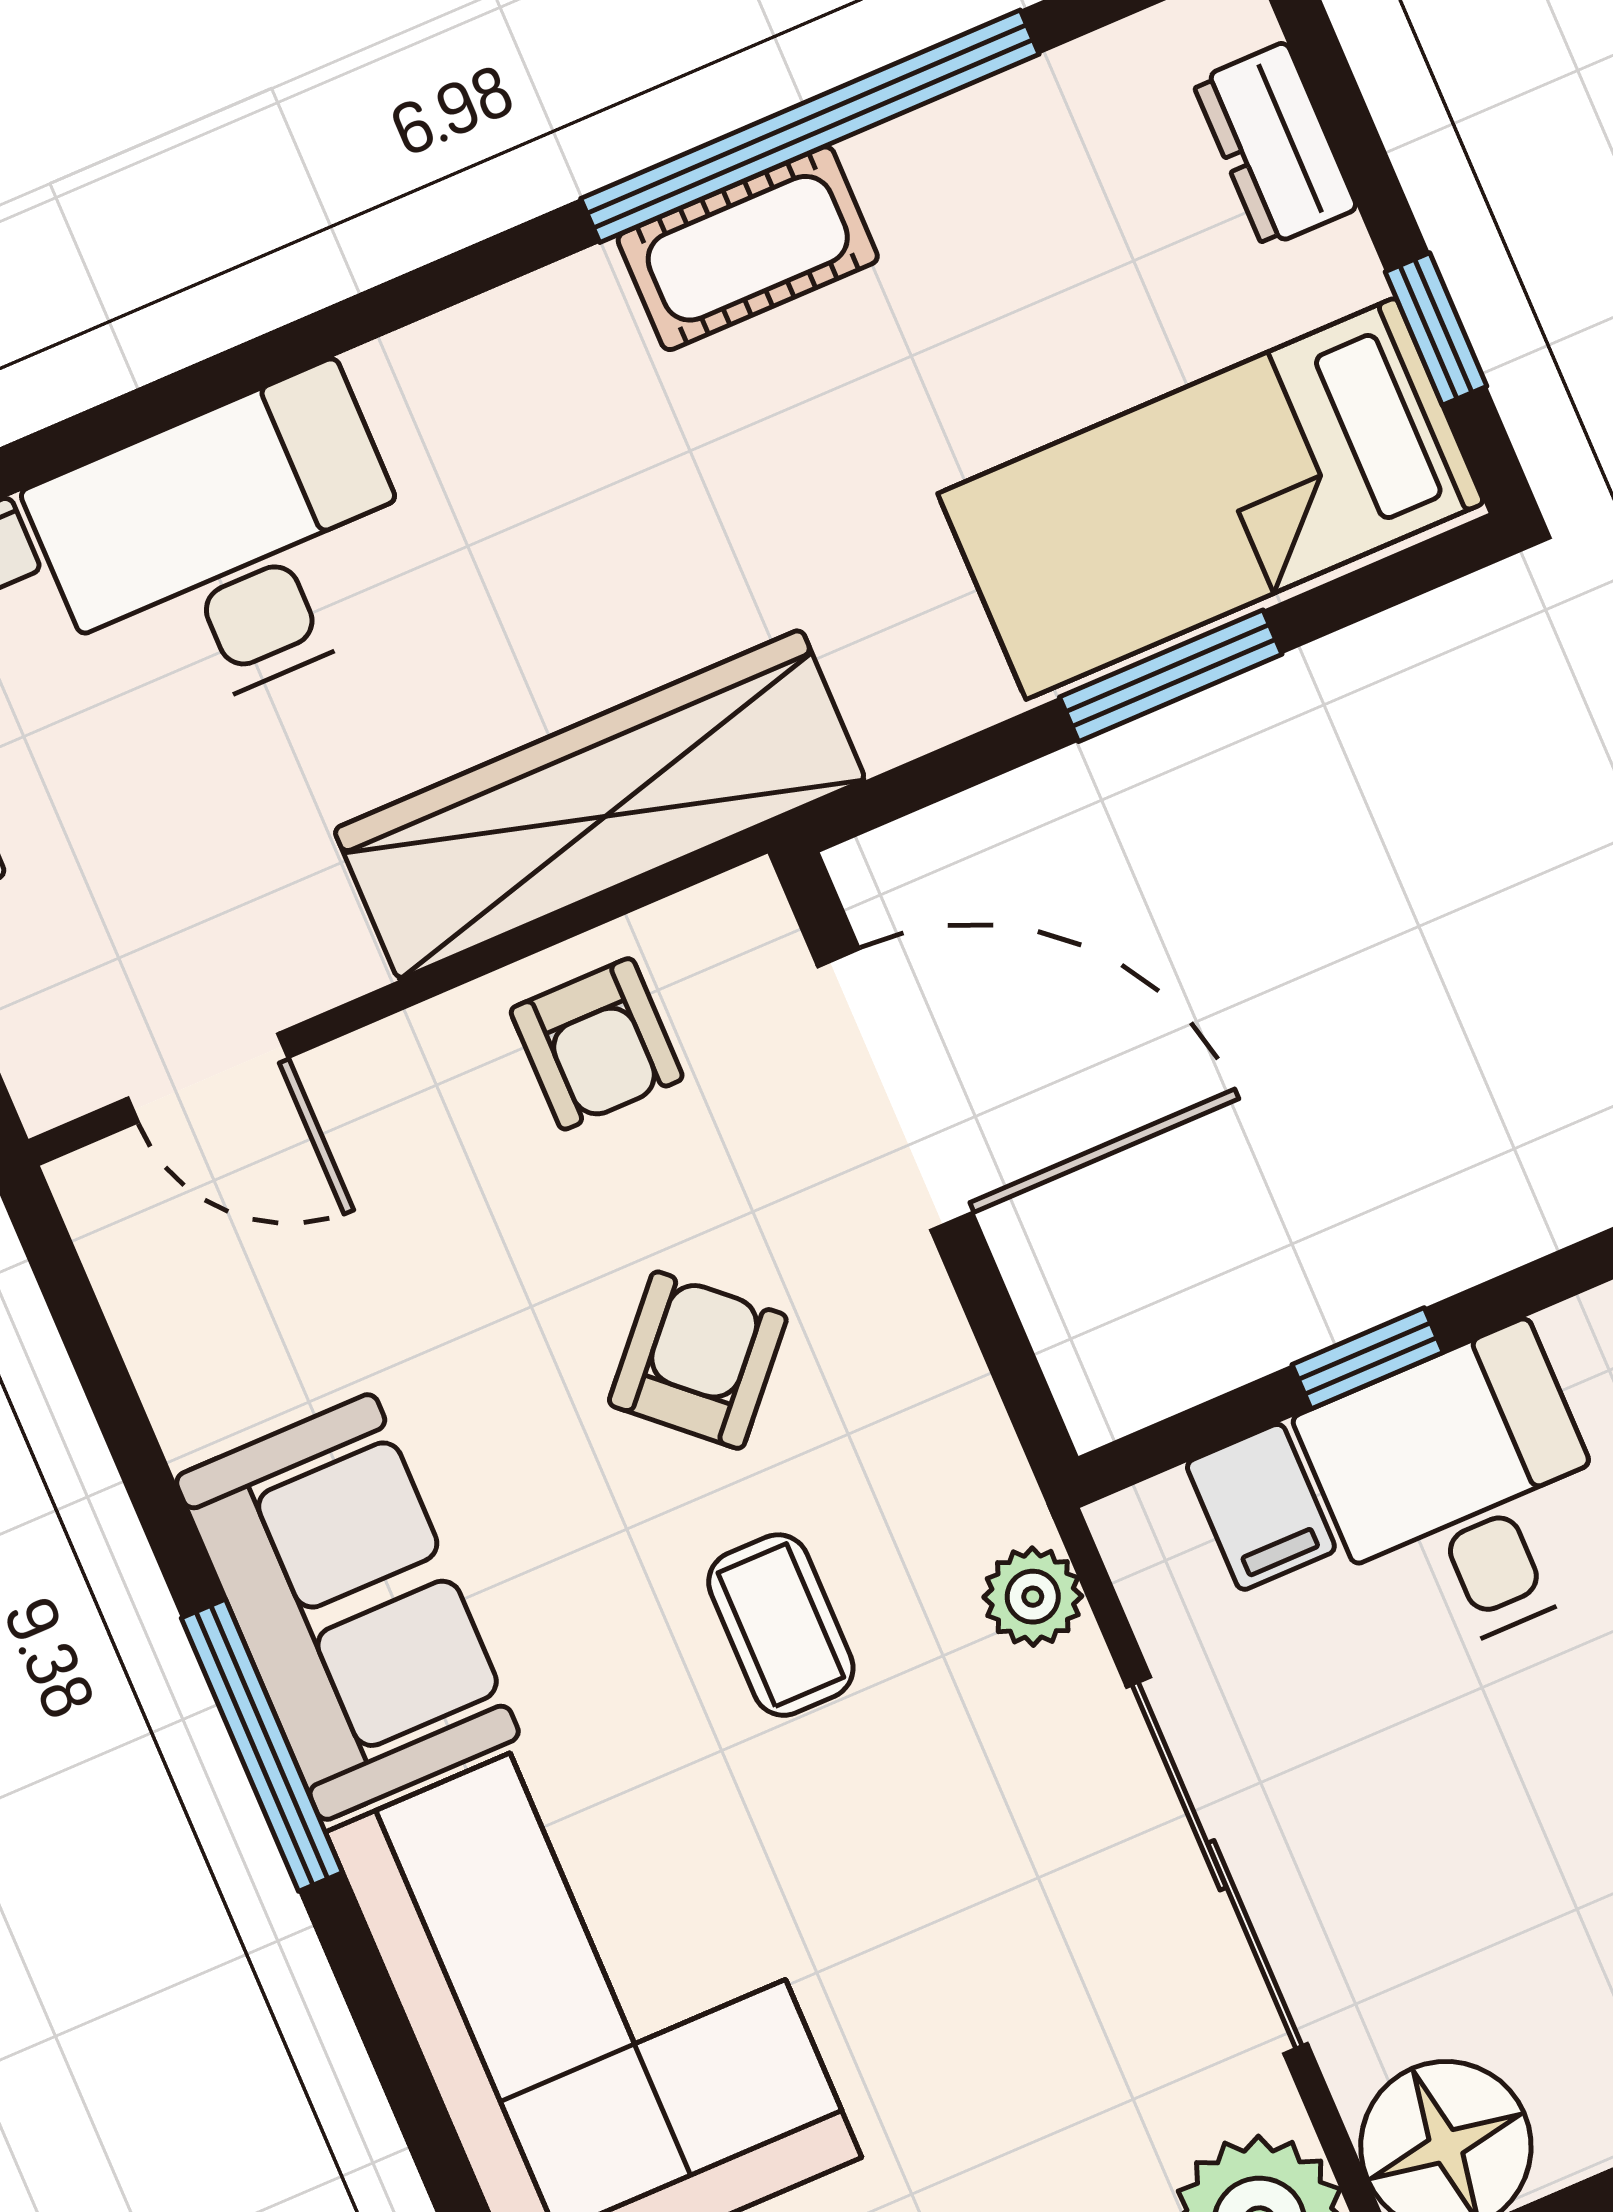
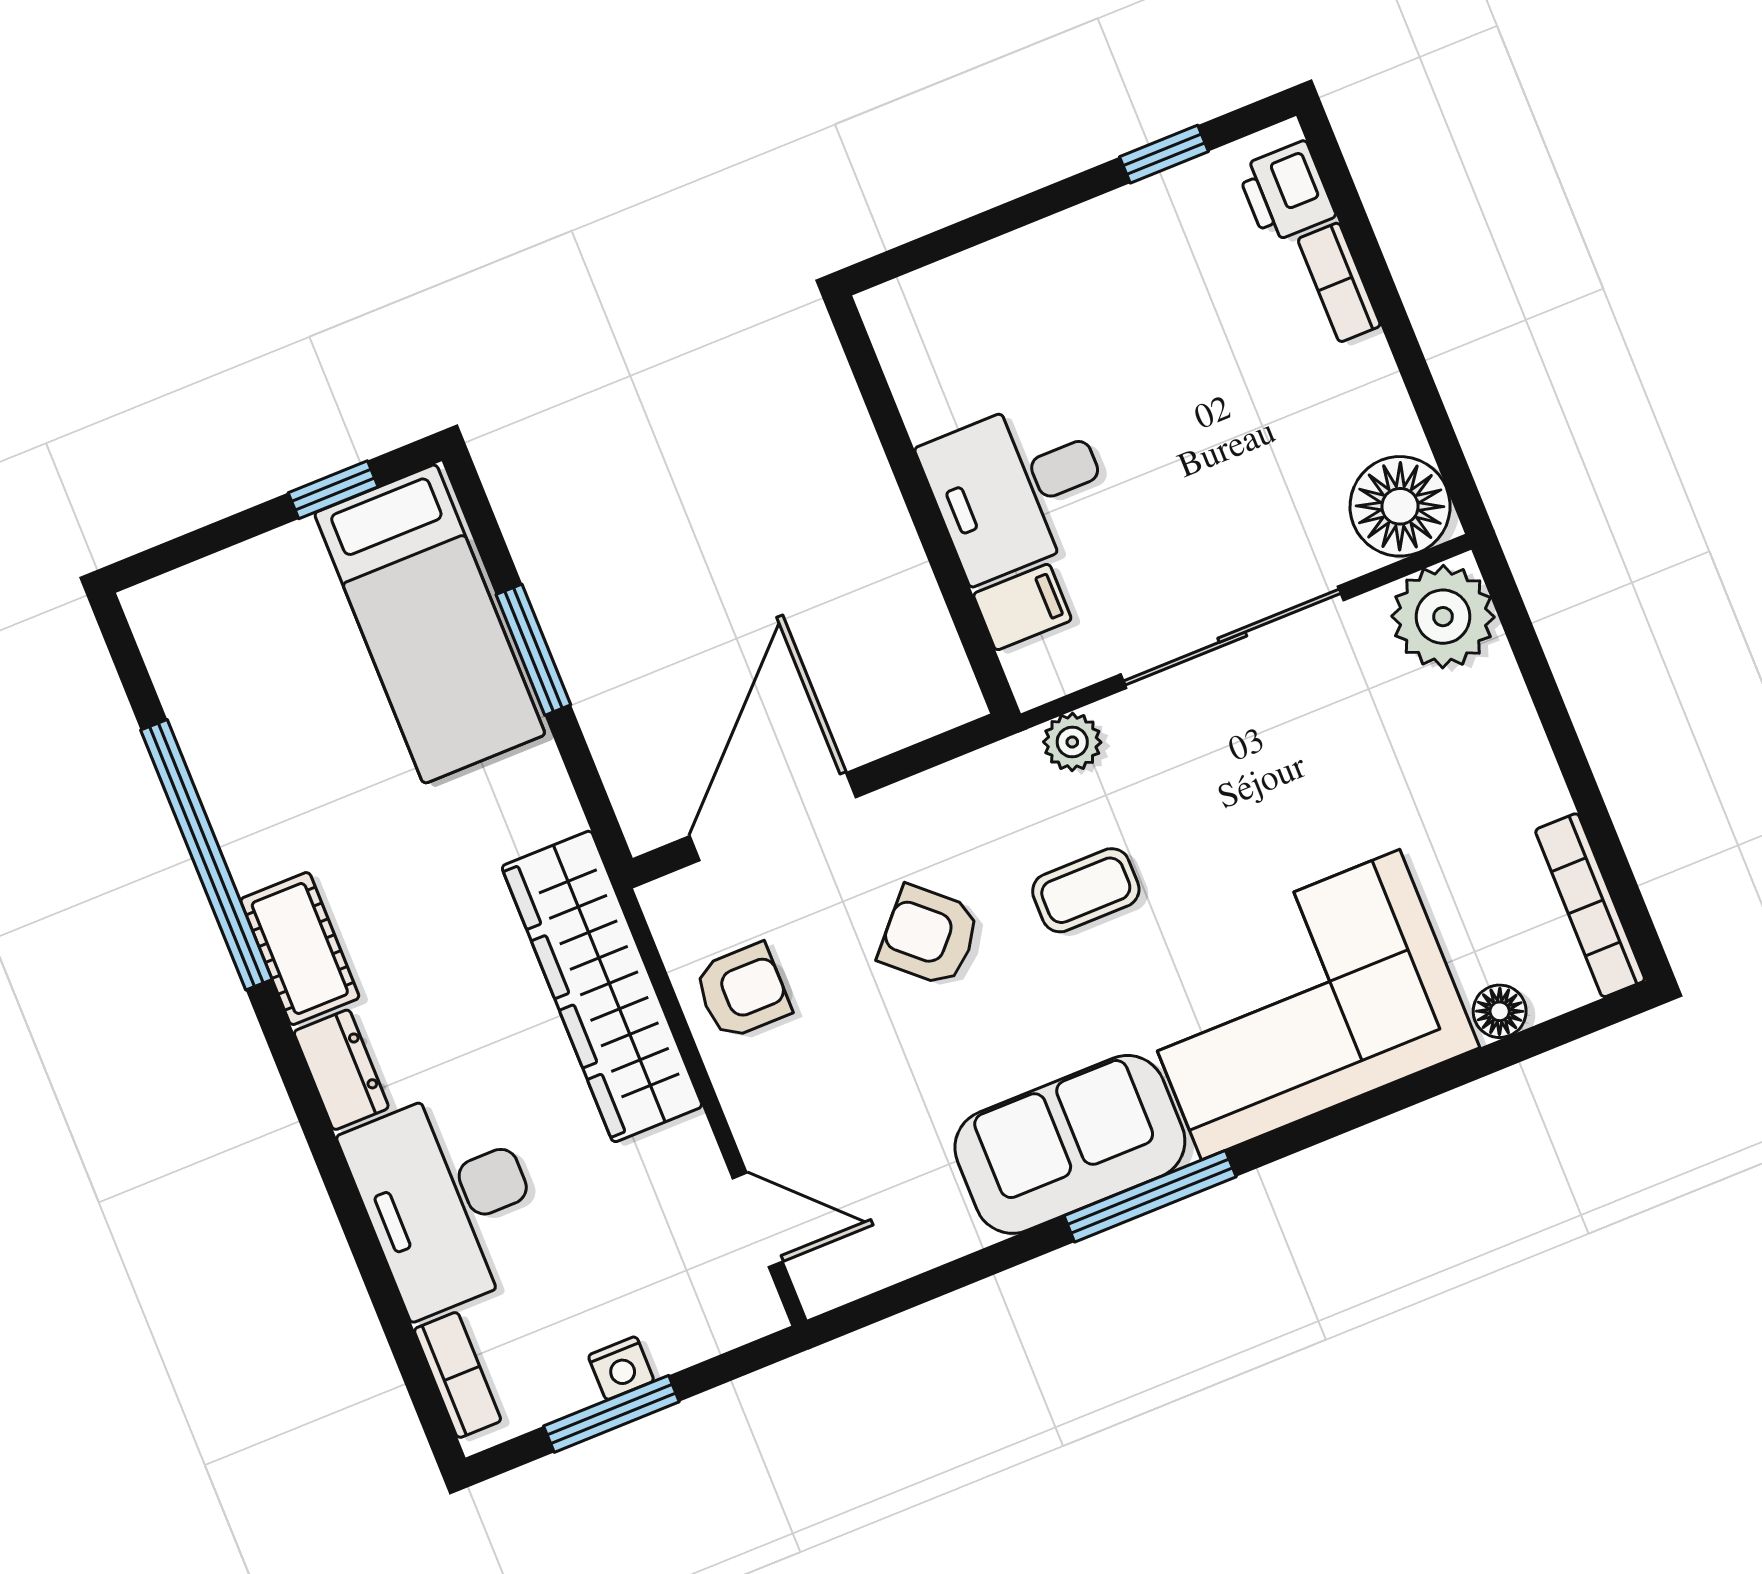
dresser: (1275, 145) -> (341, 1070), moved, turned -90
cot: (748, 248) -> (300, 949), moved
door: (208, 1078) -> (758, 1220), hinge flipped
window: (1368, 1358) -> (937, 543), removed

